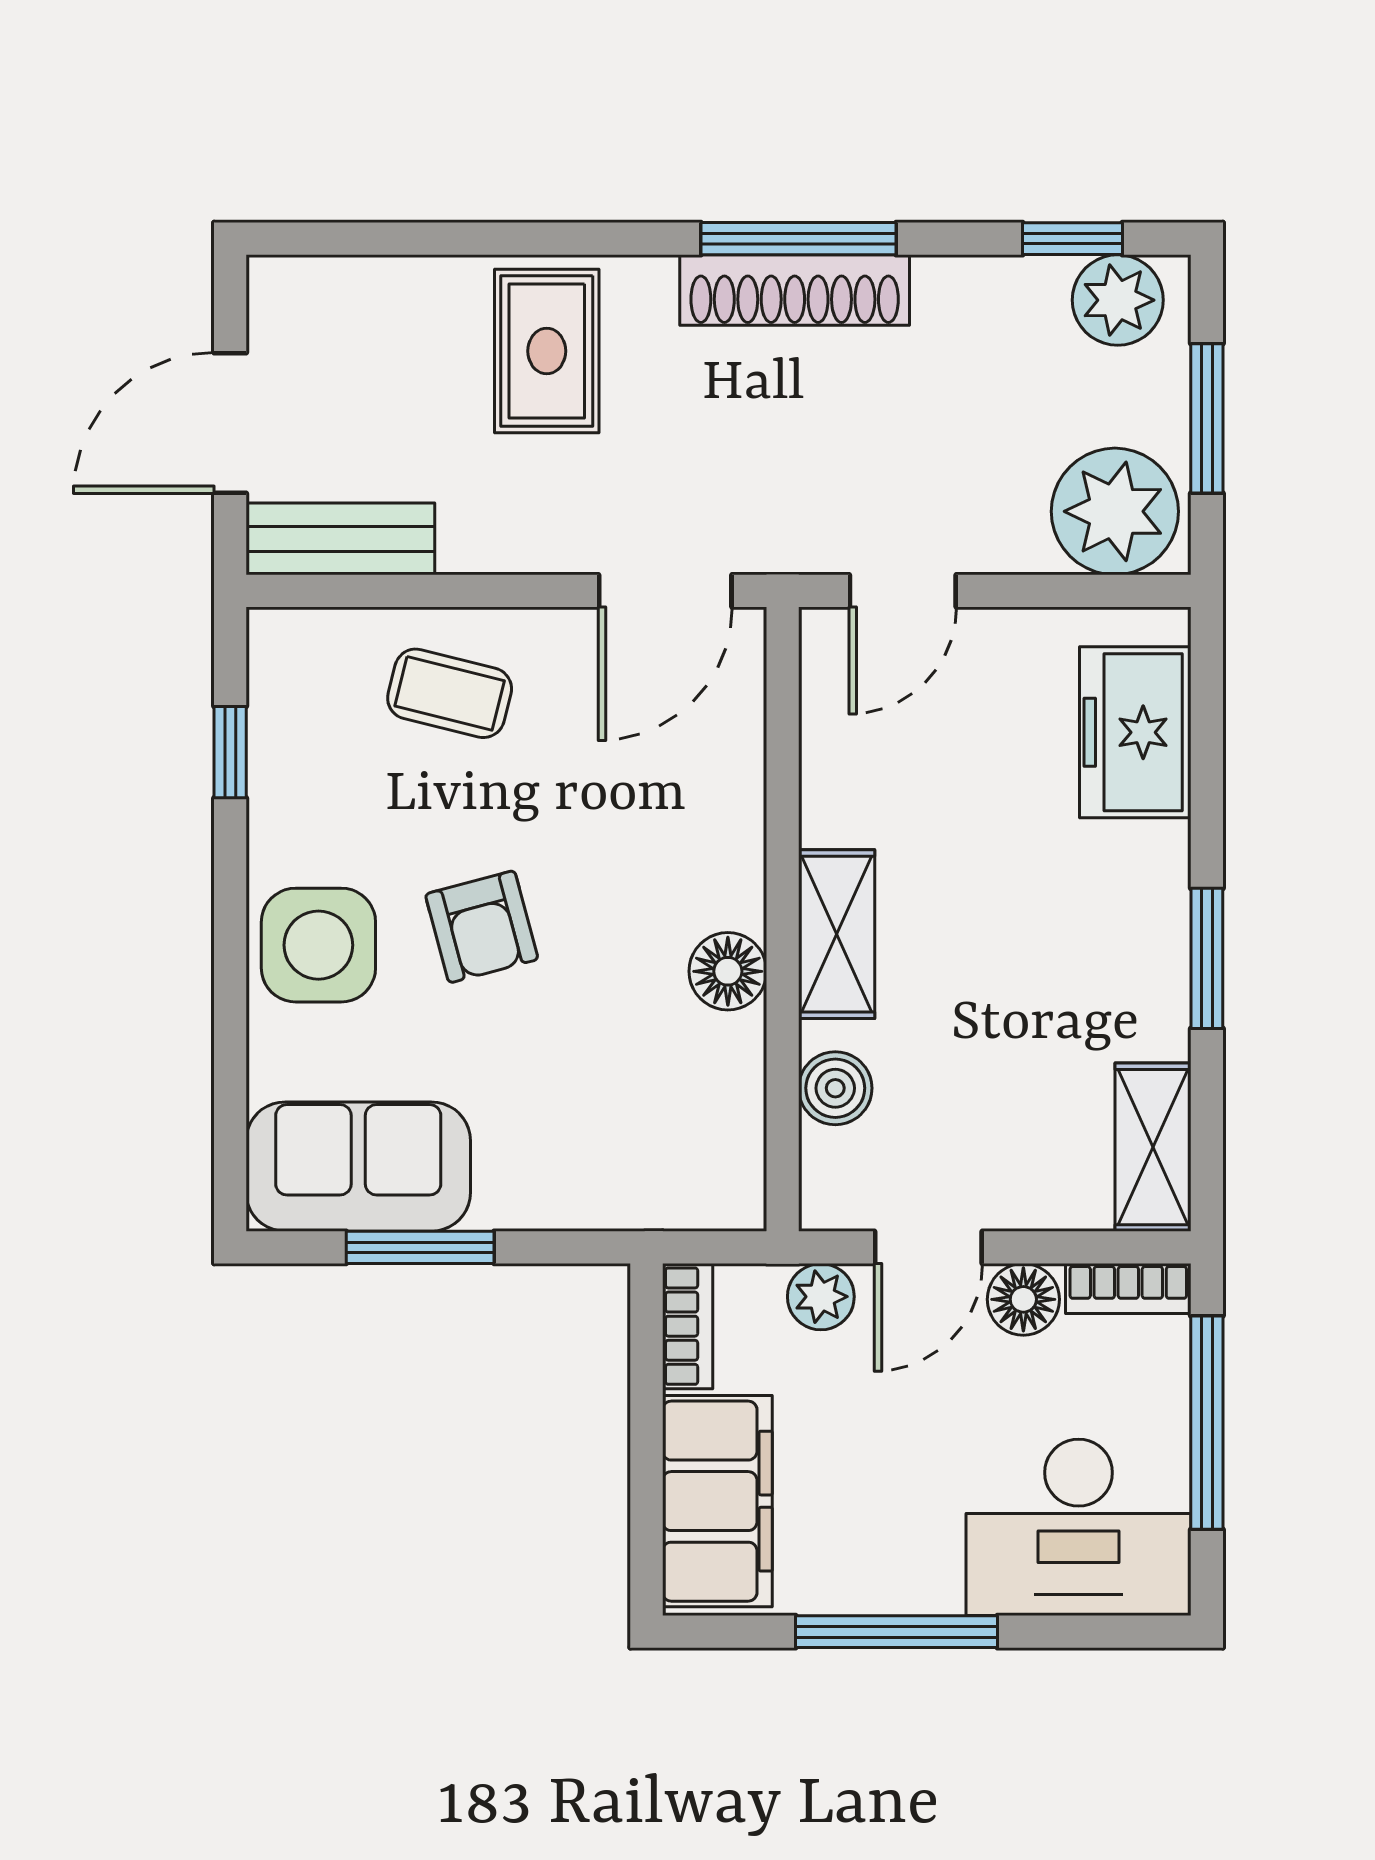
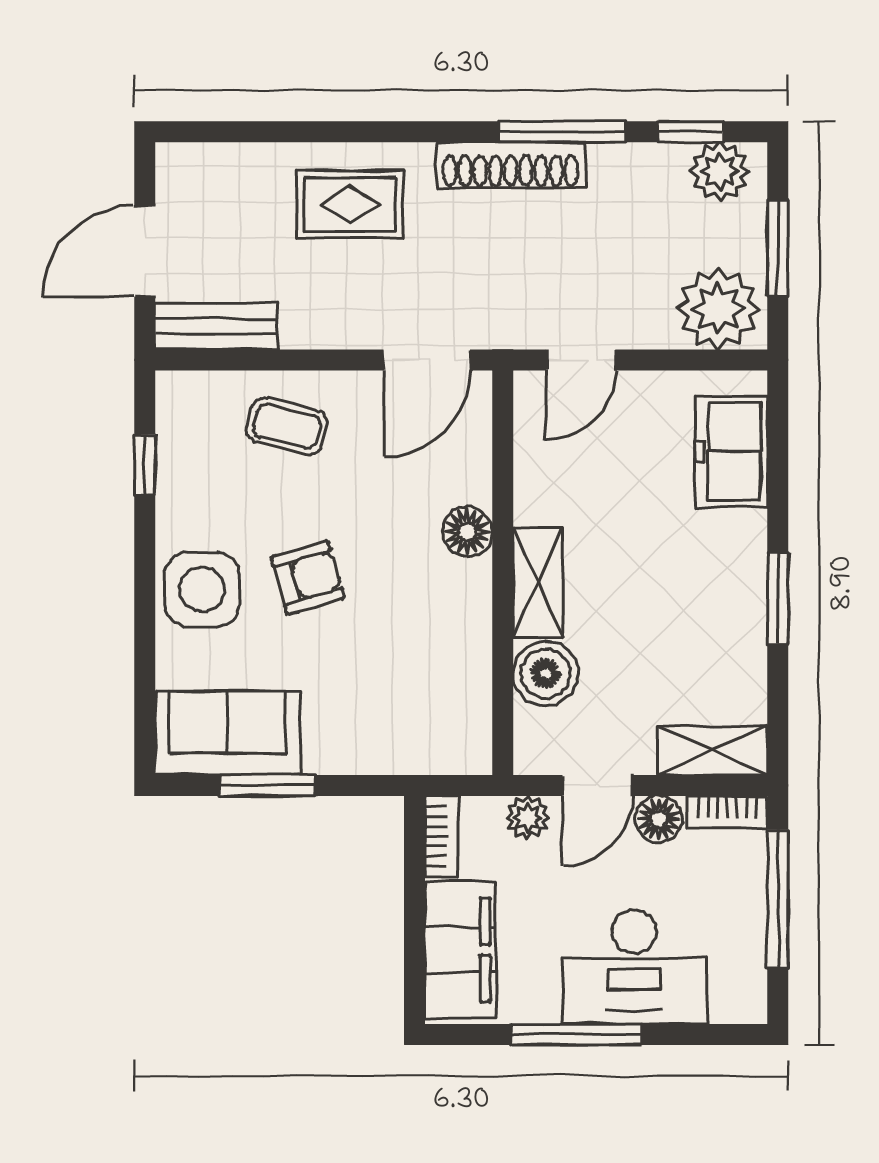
window: (799, 239) -> (563, 132), moved
rug: (547, 351) -> (350, 204), turned 90
armchair: (482, 927) -> (308, 578), turned -91
floor lamp: (728, 971) -> (467, 532), moved
boiler: (835, 1088) -> (546, 674), width x1.36, depth x1.36
shelving: (1153, 1147) -> (713, 750), moved, turned 90
desk: (1079, 1527) -> (634, 967), moved

